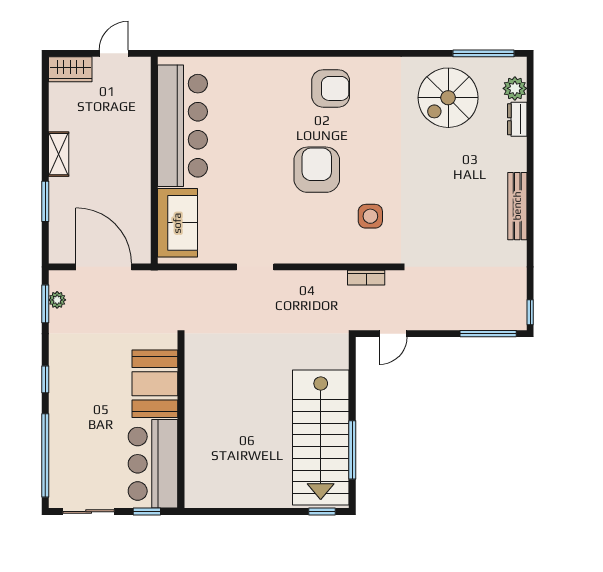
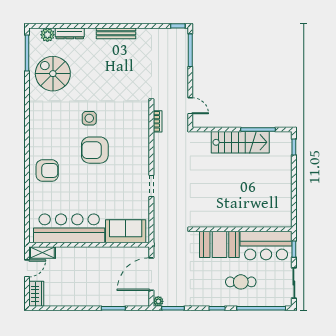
door: (114, 53) -> (27, 268), swing flipped
armchair: (331, 88) -> (47, 171), moved, turned 90
spiral stairs: (448, 98) -> (53, 74), turned 180
dresser: (517, 119) -> (70, 33), width x1.44
shelving: (59, 154) -> (42, 253), moved
side table: (370, 216) -> (89, 118), moved
plant: (57, 300) -> (158, 301), moved
cafe table: (90, 420) -> (241, 282), added
stairs: (321, 438) -> (240, 142), width x0.73, depth x0.66

